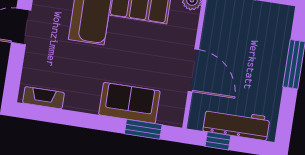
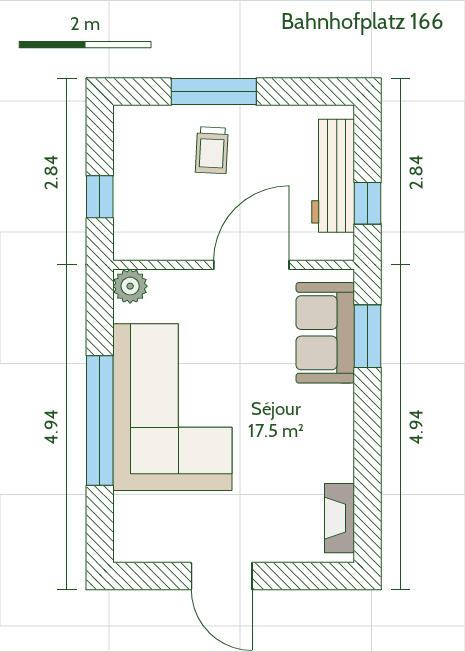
trolley: (261, 58) -> (212, 150), added
sofa: (129, 103) -> (325, 333), moved

